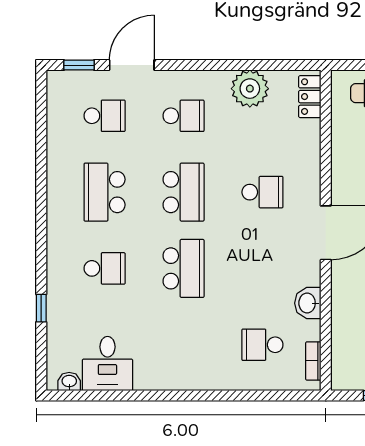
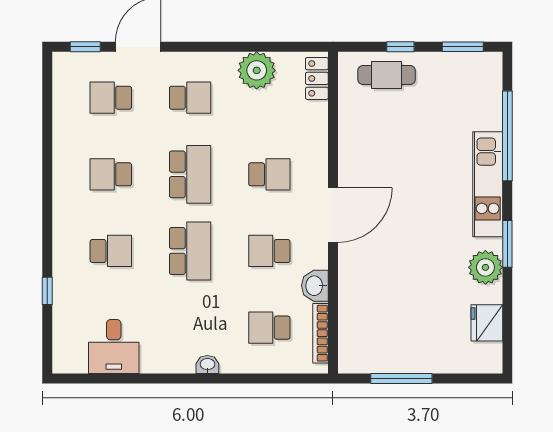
school desk: (105, 116) -> (111, 98), turned 180
school desk: (105, 192) -> (111, 174), width x0.54
school desk: (262, 268) -> (269, 251), added
bookcase: (313, 361) -> (320, 333), width x1.56
washbasin: (69, 382) -> (207, 365), moved

